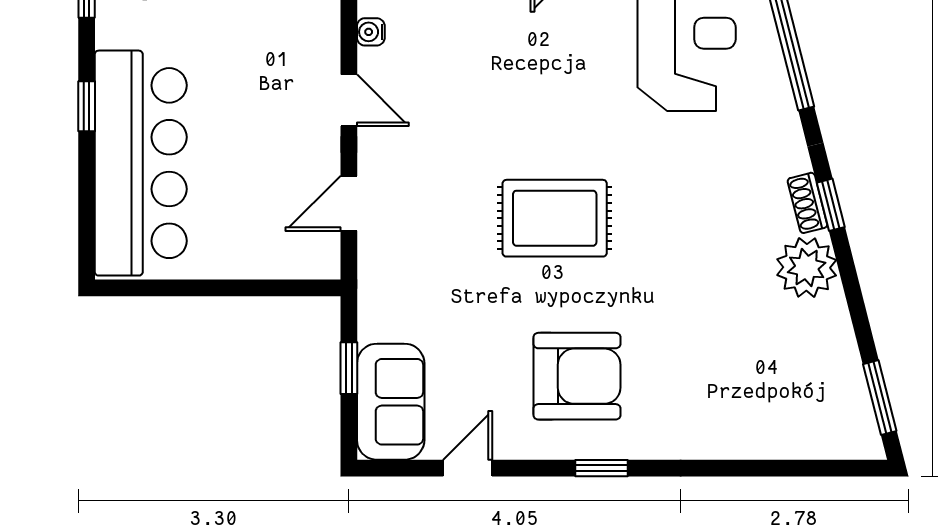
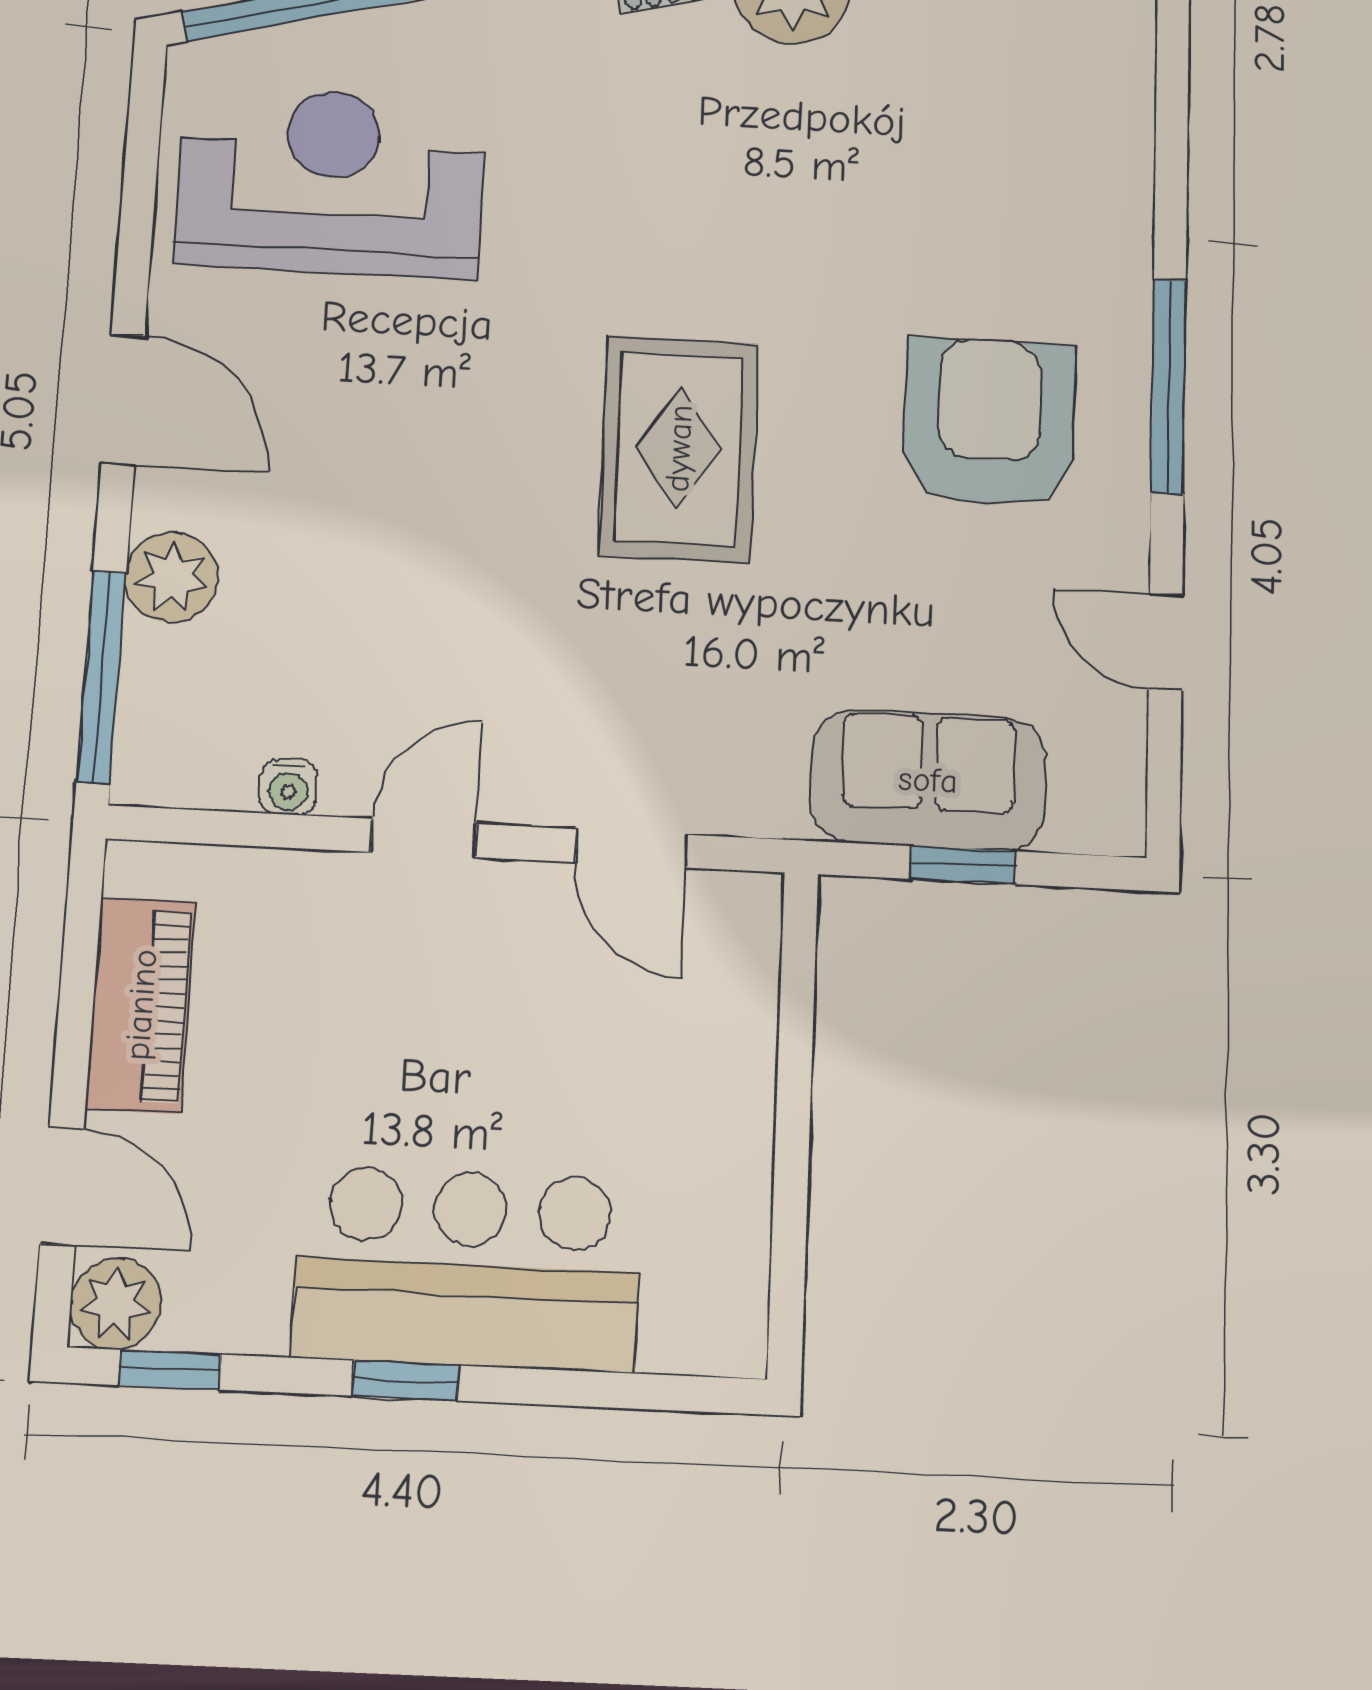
bar counter: (141, 163) -> (467, 1268), width x0.73
sofa: (391, 402) -> (928, 780), moved
window: (602, 468) -> (1169, 386), width x2.17

